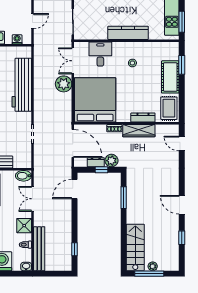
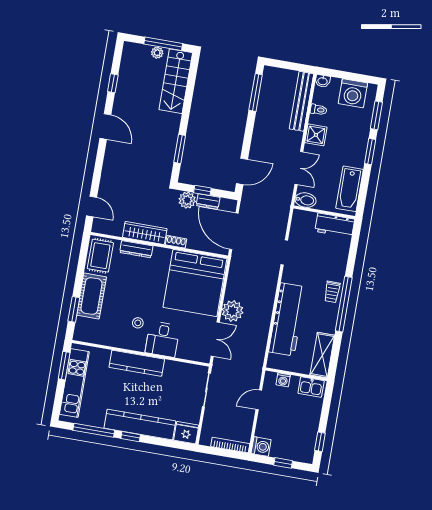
desk: (100, 54) -> (163, 339), moved
window: (74, 249) -> (256, 93), width x2.17

